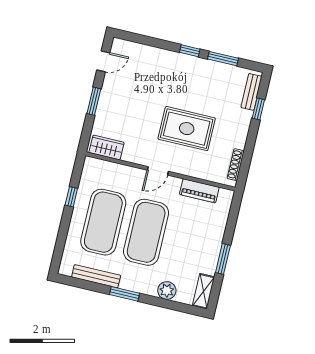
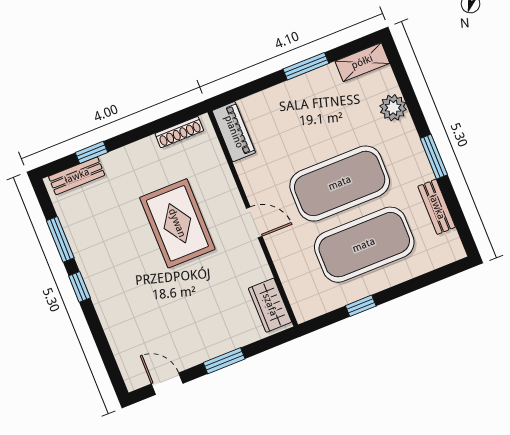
piano: (199, 191) -> (234, 132), moved
bench: (96, 276) -> (437, 207), width x0.73

